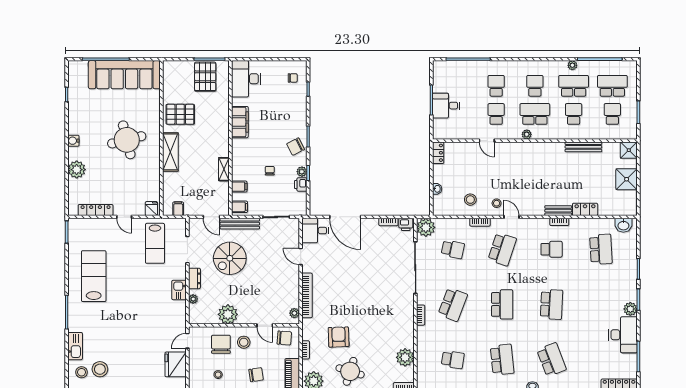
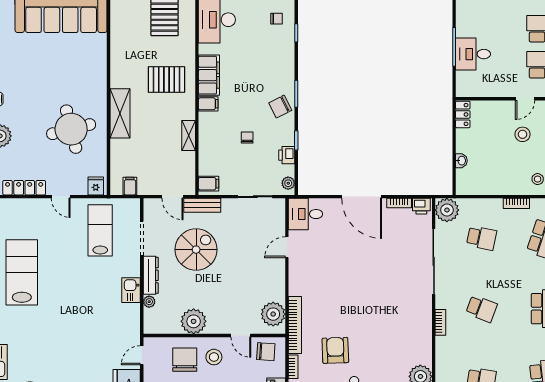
pallet: (180, 114) -> (167, 80), moved
round table: (127, 140) -> (71, 129), moved
door: (487, 141) -> (525, 99), hinge flipped
plant: (302, 172) -> (288, 183), moved
filing cabinet: (239, 187) -> (208, 104), moved
stool: (470, 200) -> (523, 134), moved
door: (345, 217) -> (362, 197), moved
bench: (240, 224) -> (202, 205), width x0.73
lab bench: (155, 243) -> (100, 230), turned 180
door: (301, 256) -> (287, 247), hinge flipped
spiral stairs: (230, 258) -> (196, 250), turned 180
dresser: (194, 278) -> (151, 275), width x1.44
bookcase: (307, 295) -> (295, 325), moved
school desk: (453, 304) -> (482, 309), width x0.54
plant: (294, 313) -> (273, 314), width x1.88, depth x1.88

